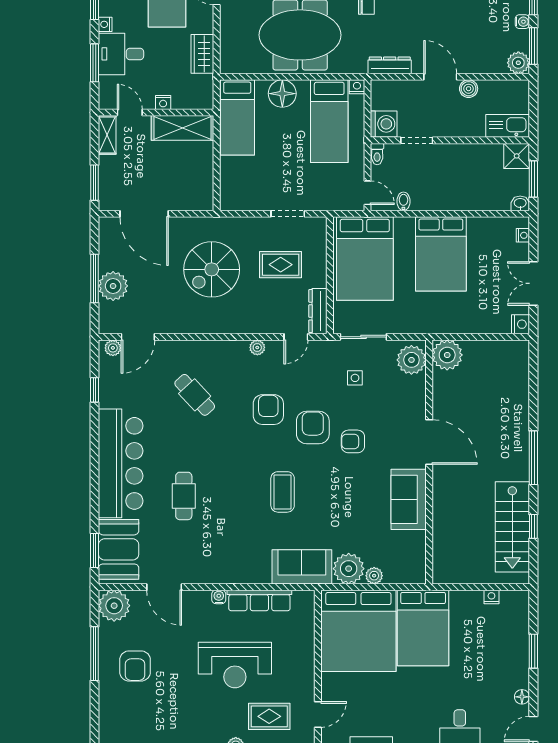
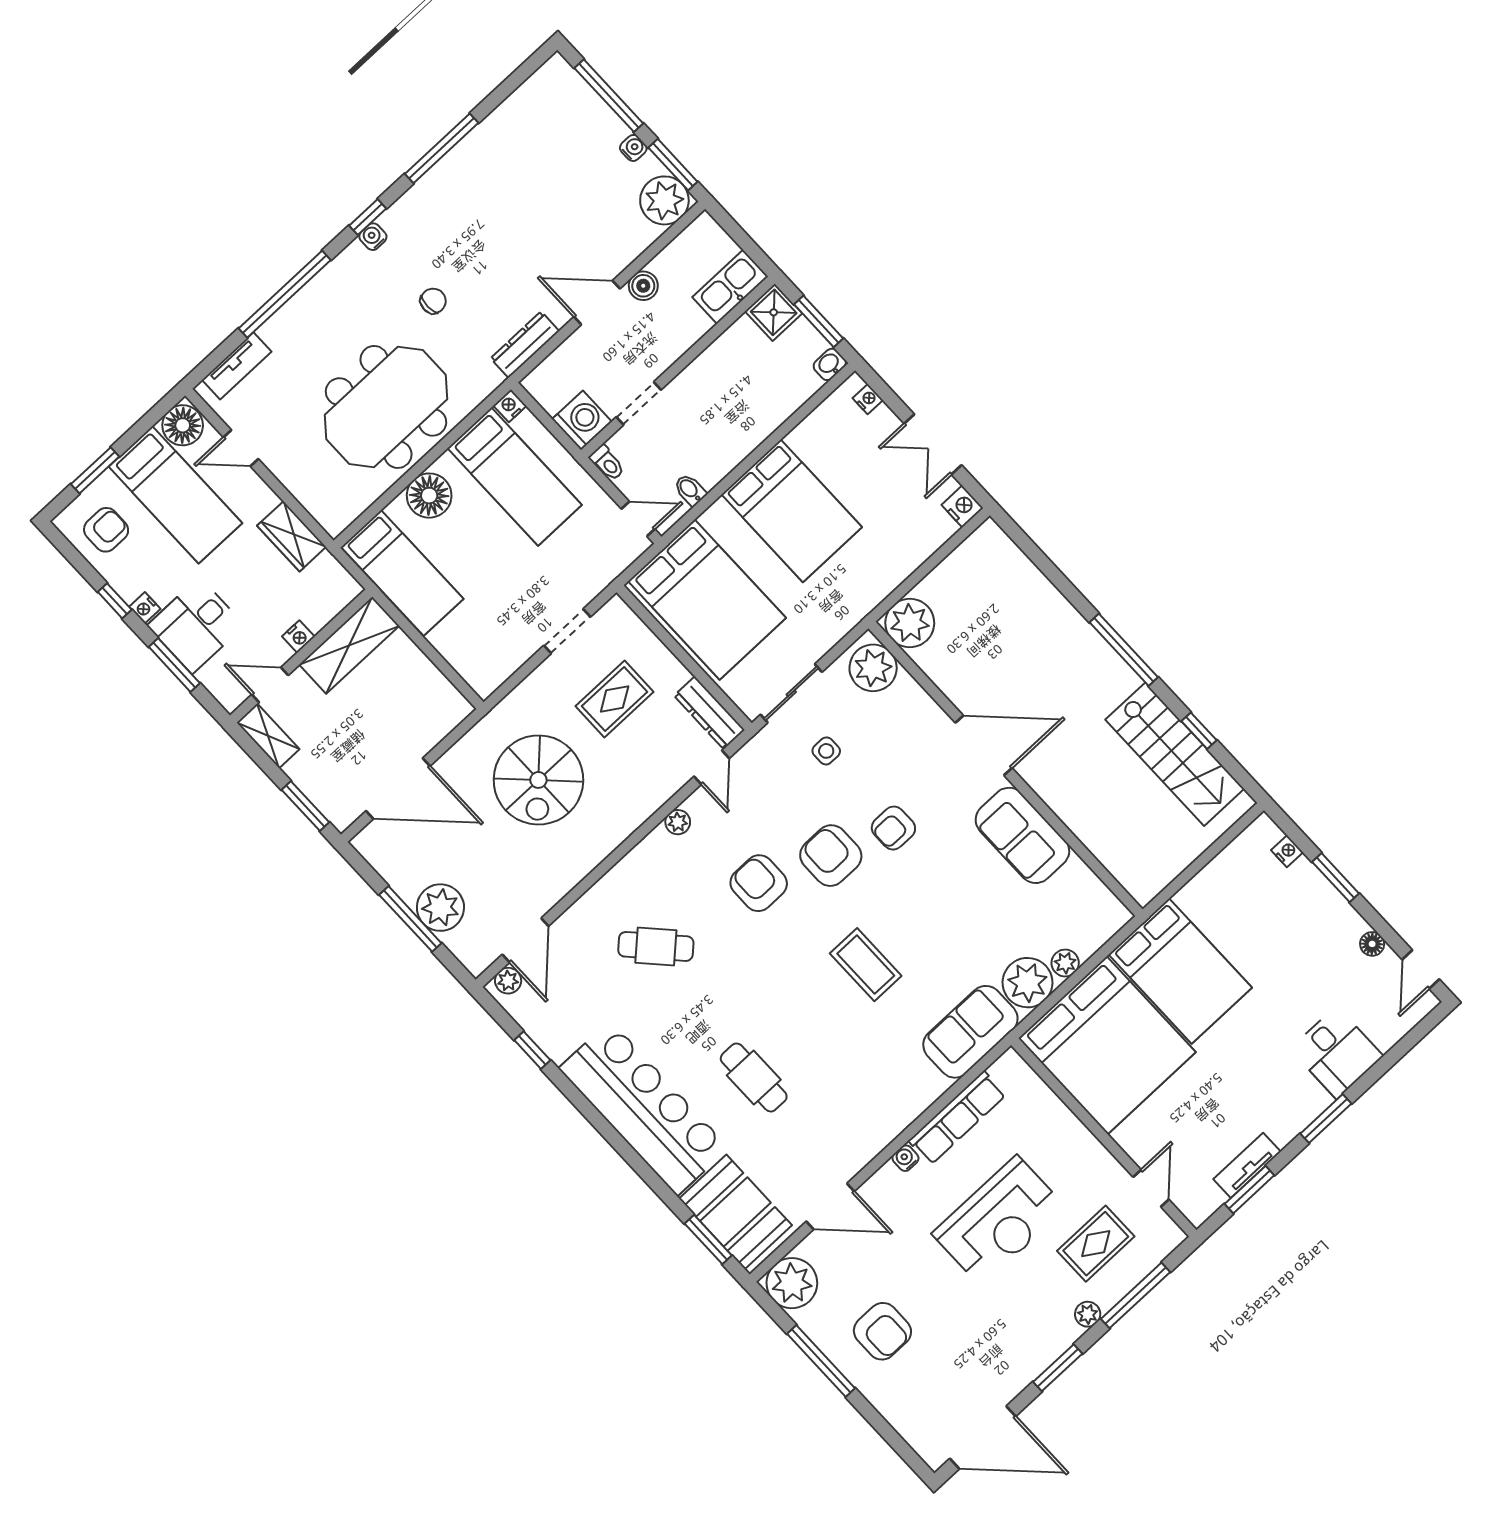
plant: (518, 63) -> (664, 200), width x1.36, depth x1.36
nightstand: (491, 597) -> (1287, 851), moved, turned 90

